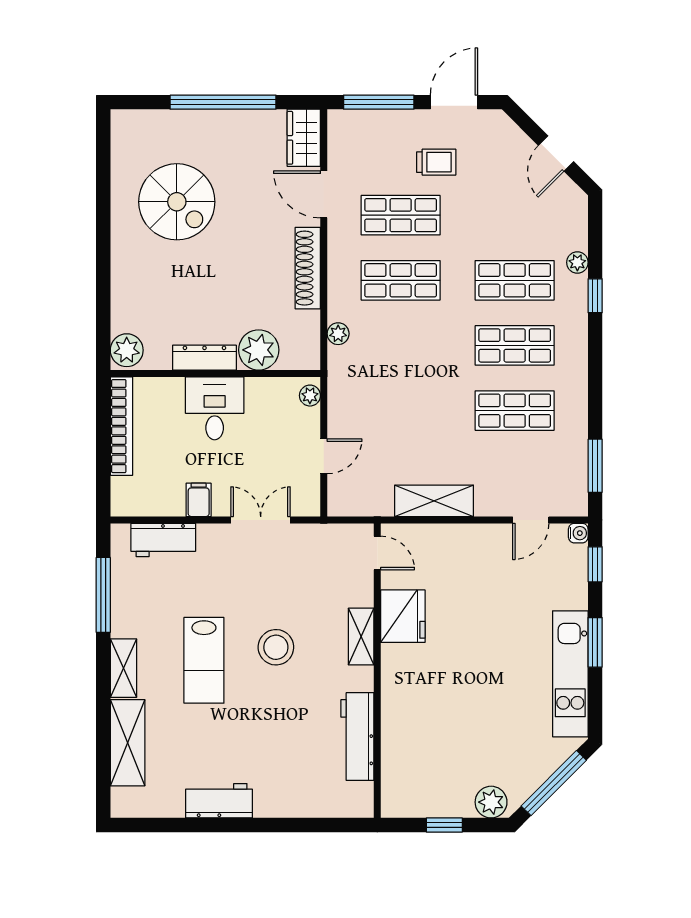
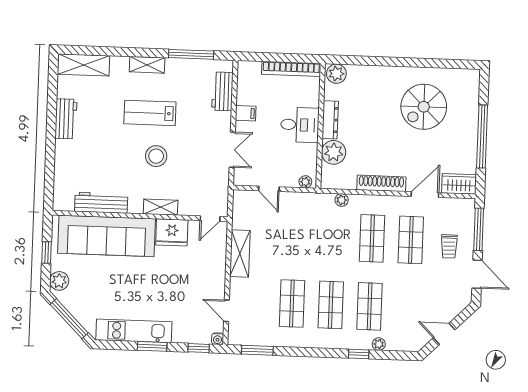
trolley: (436, 162) -> (449, 246), moved
sofa: (413, 726) -> (107, 236), added
shelving: (128, 743) -> (83, 65), moved

